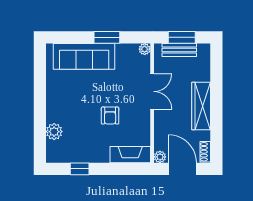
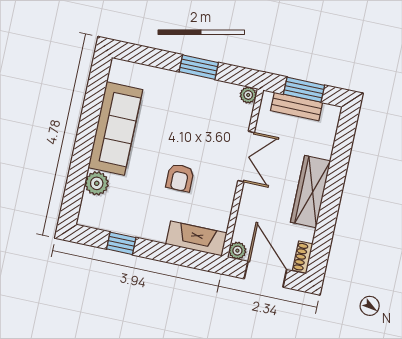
sofa: (84, 56) -> (115, 129), moved, turned -90

